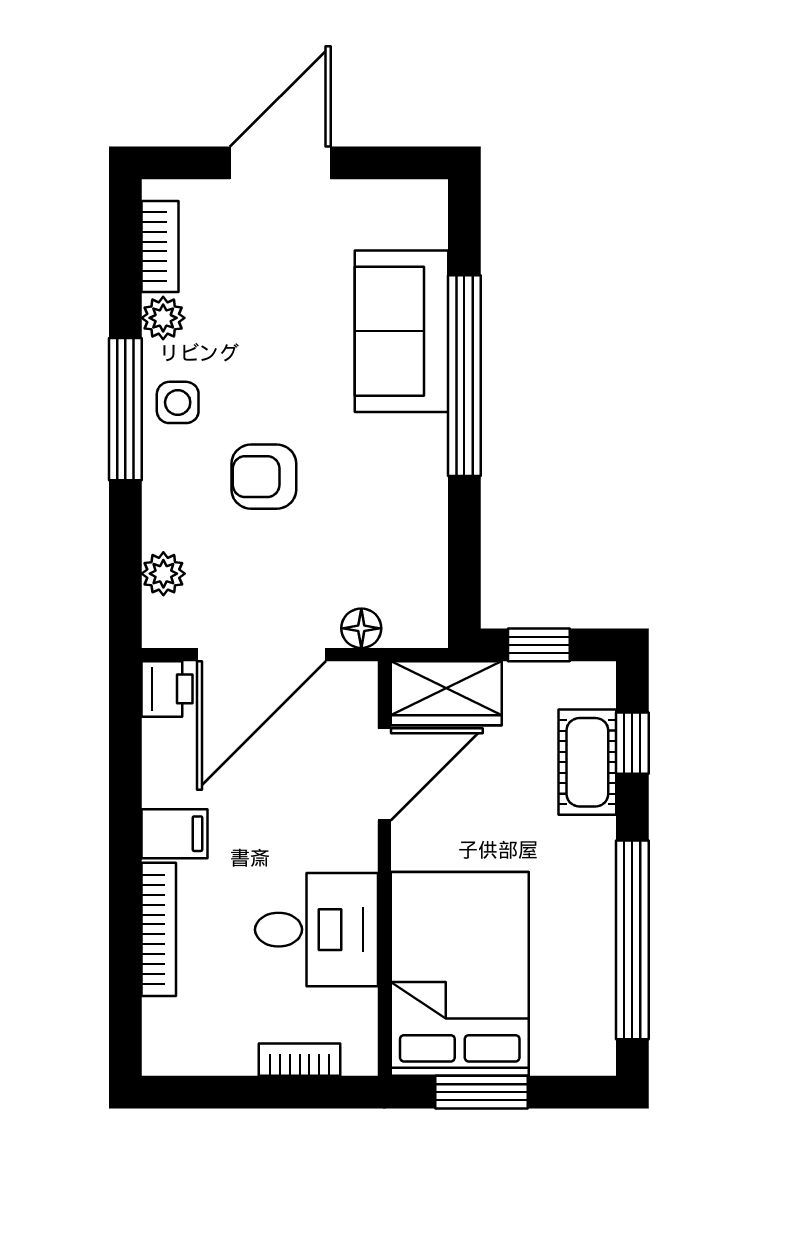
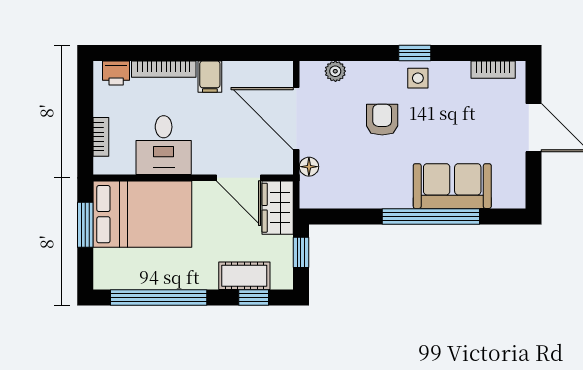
plant: (163, 318) -> (459, 71), removed
window: (125, 409) -> (415, 53), width x0.46
printer: (167, 689) -> (116, 73), moved

